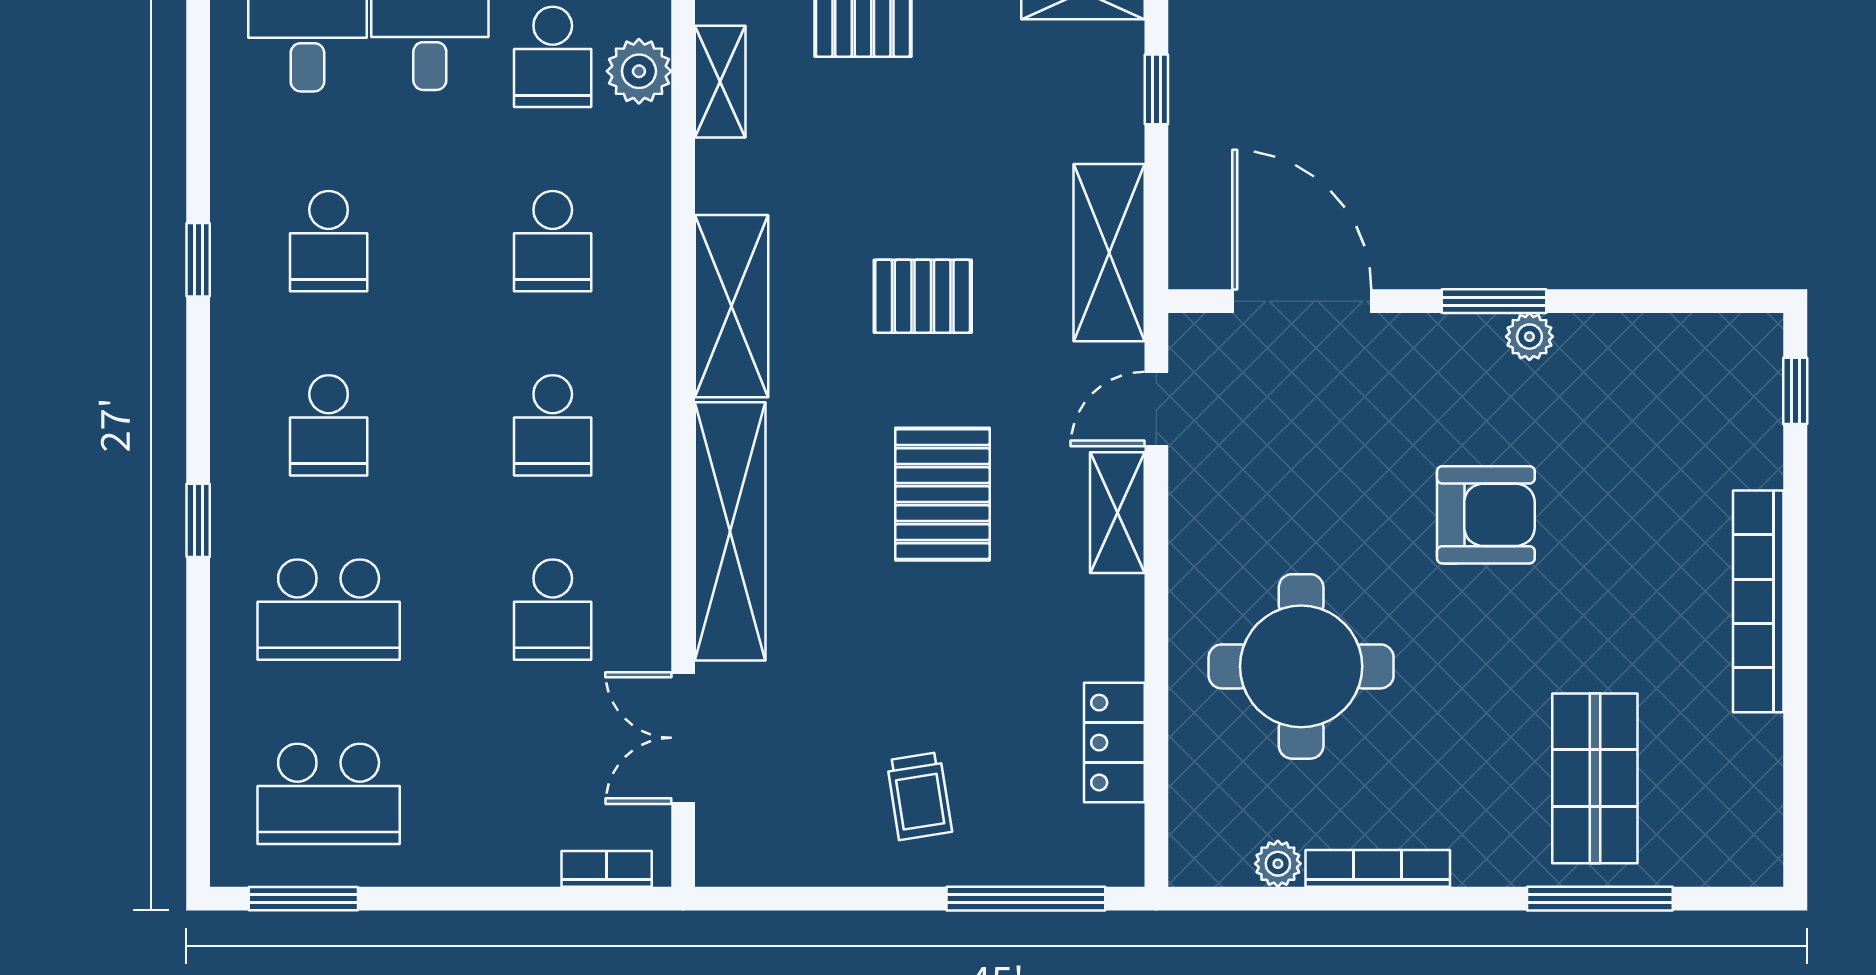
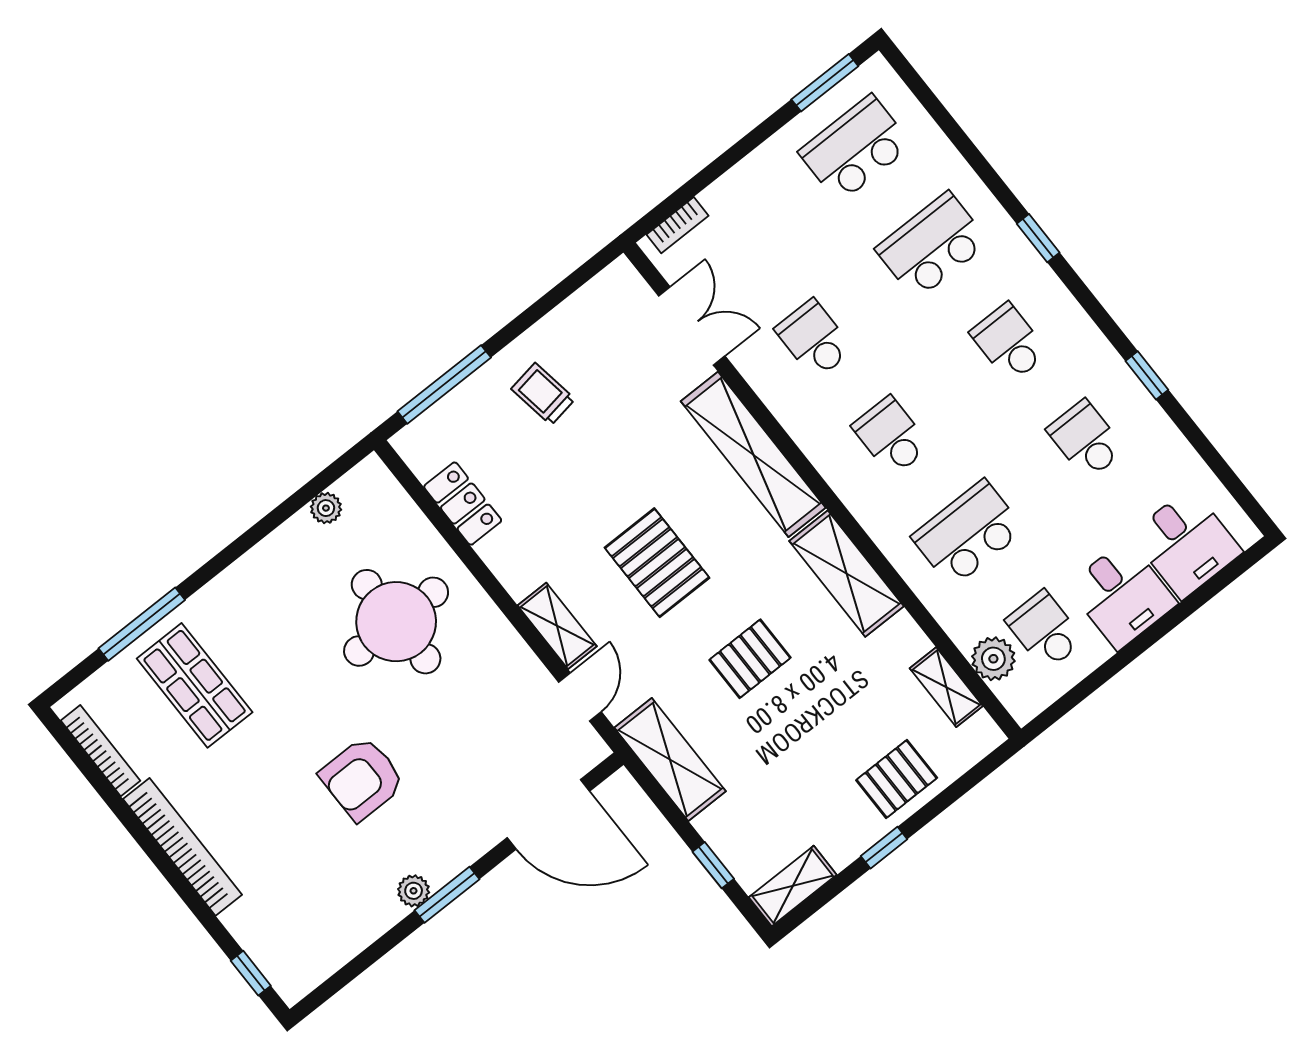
school desk: (553, 241) -> (968, 533), width x1.85
bookcase: (1378, 868) -> (100, 751), moved, turned -90

